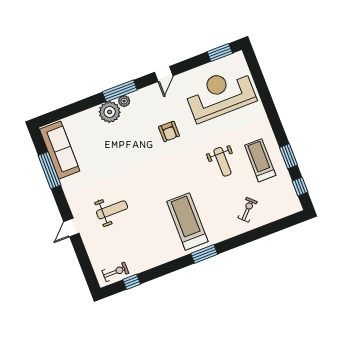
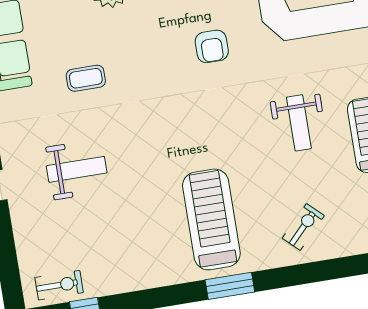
coffee table: (107, 162) -> (86, 78), added
exercise bike: (248, 210) -> (303, 227), moved

